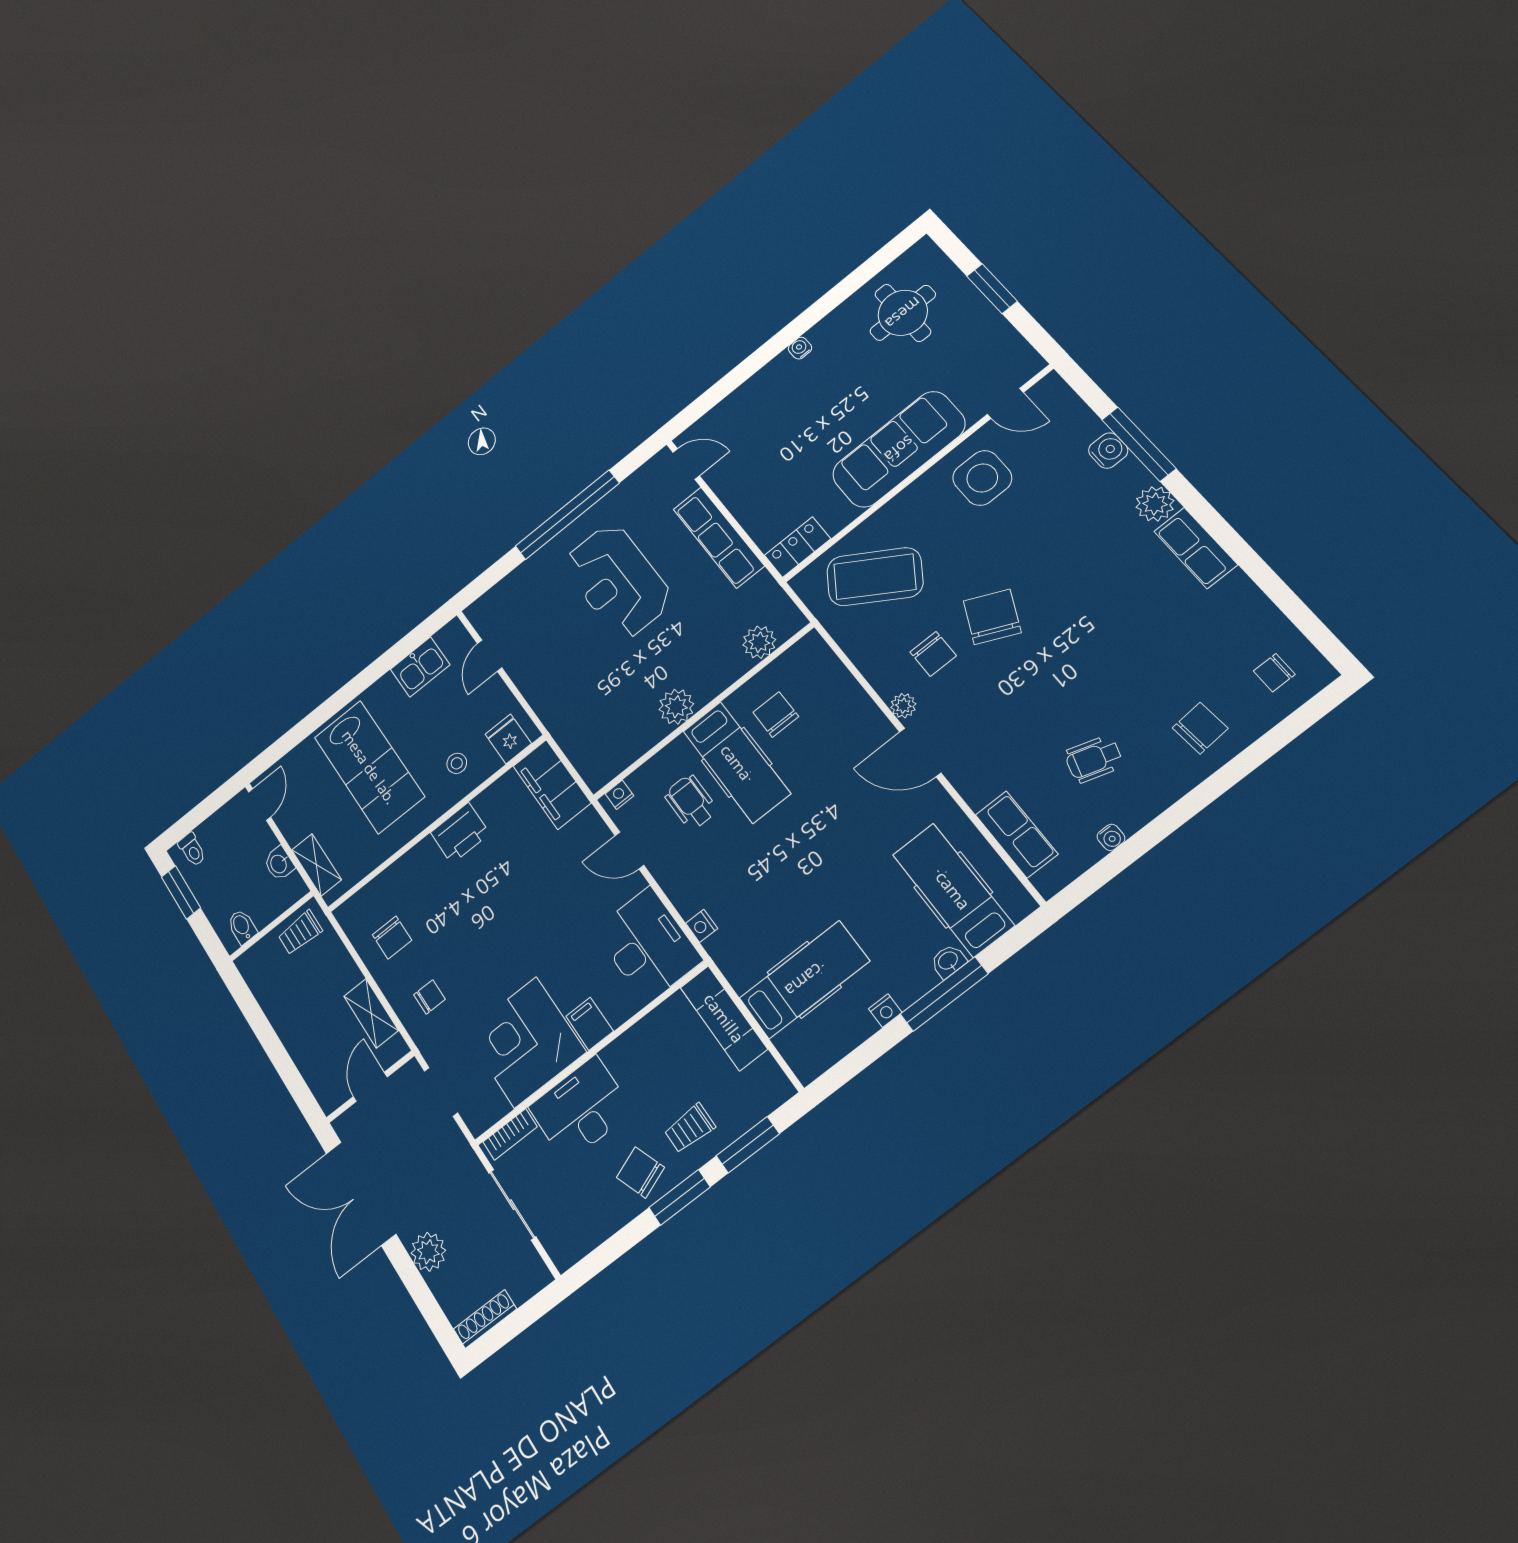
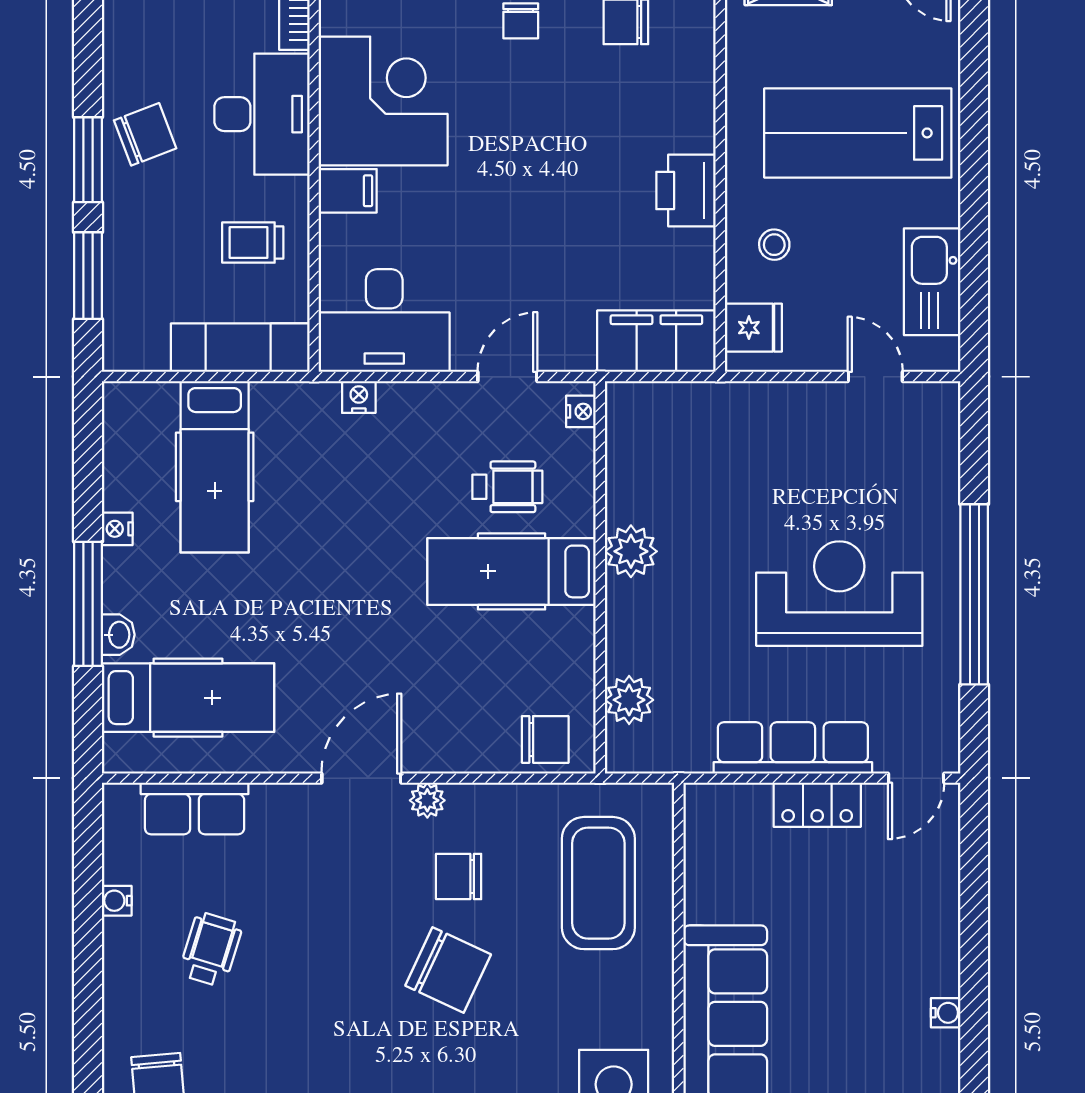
locker: (797, 547) -> (817, 805), moved, turned 90
coffee table: (875, 577) -> (598, 883), turned -33
kitchen sink: (420, 667) -> (932, 282), width x1.38
chair: (776, 714) -> (545, 739), moved
trolley: (690, 1128) -> (253, 243), moved, turned -90

